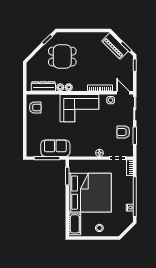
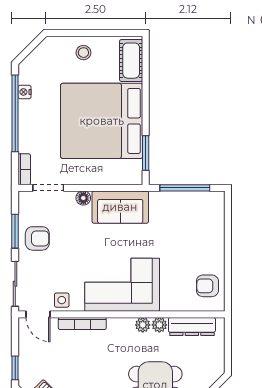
sofa: (55, 148) -> (120, 207), moved

